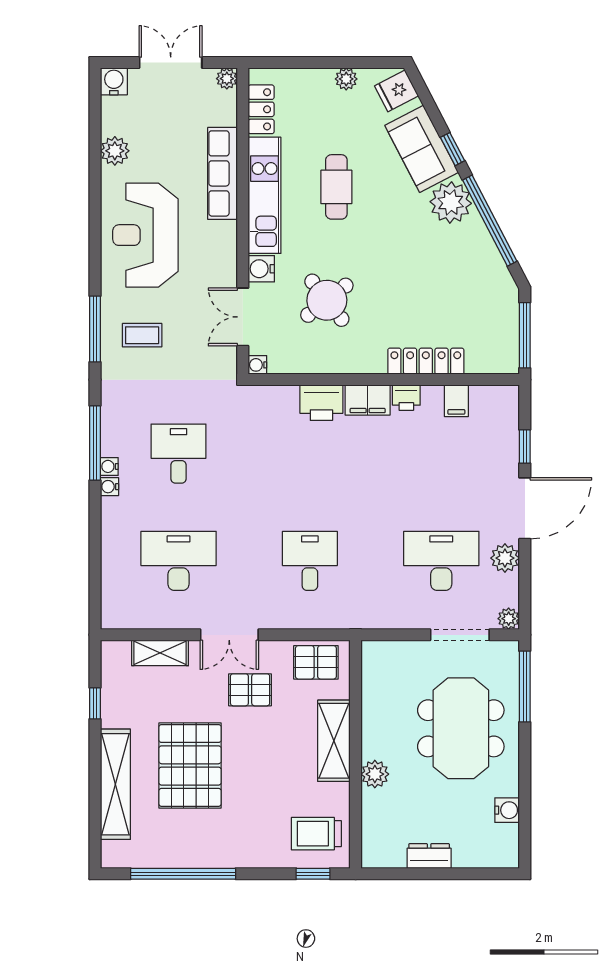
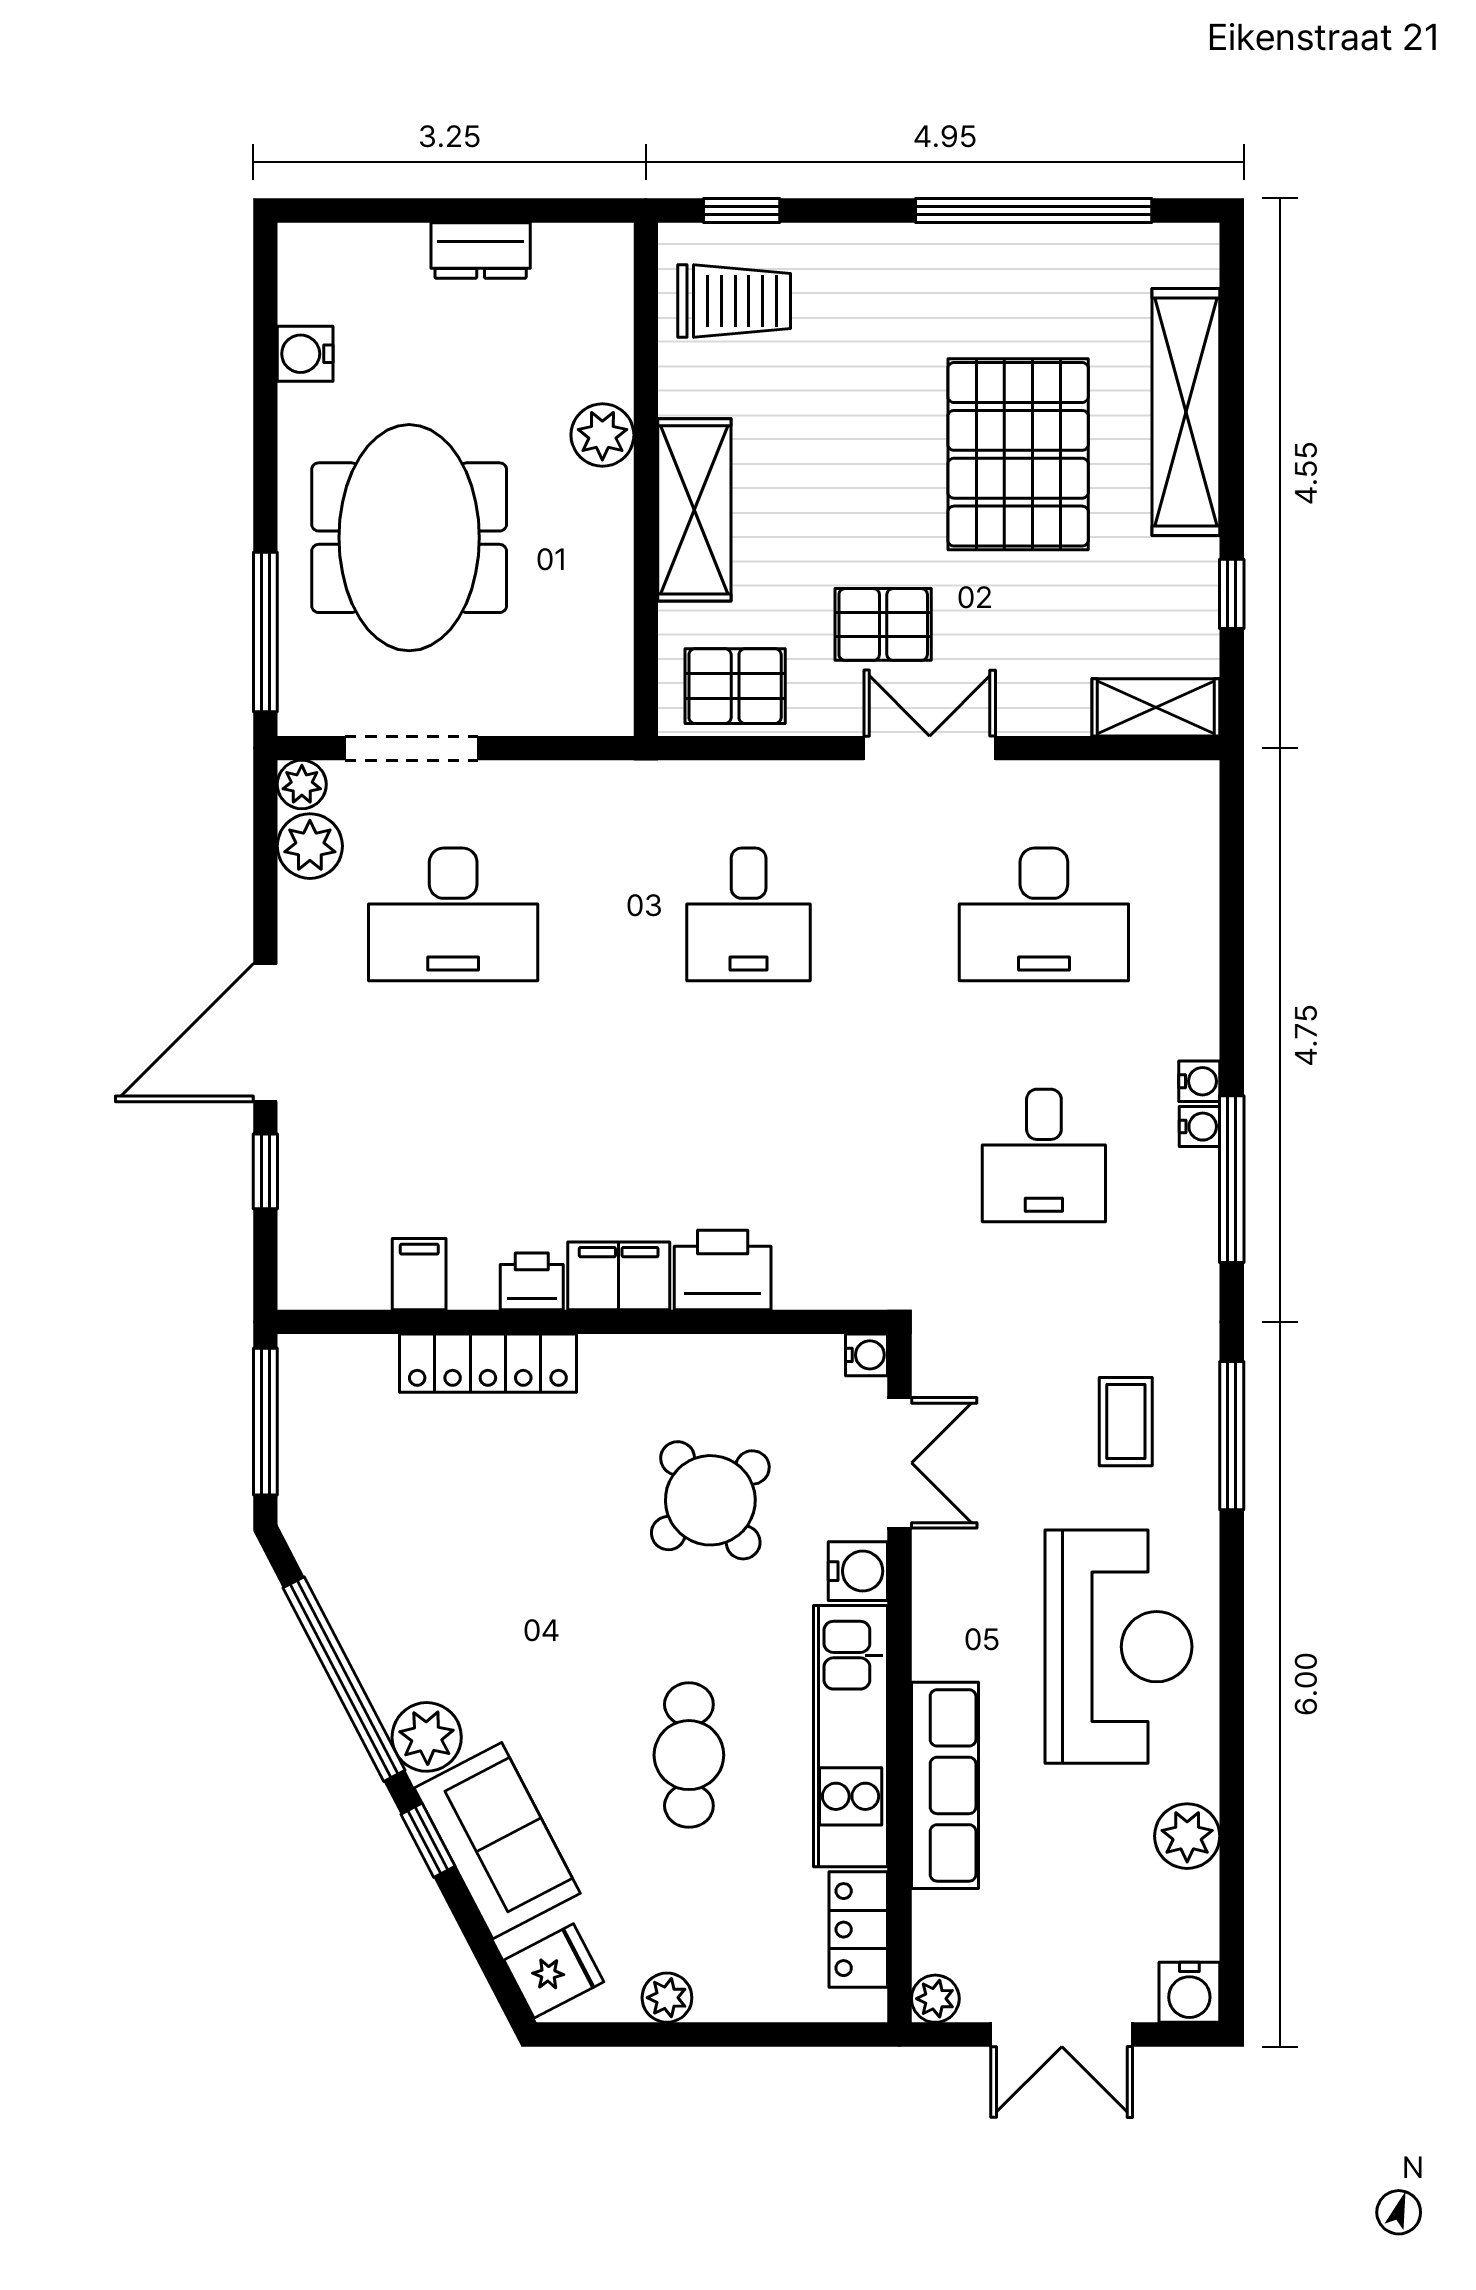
plant: (451, 202) -> (427, 1737), width x0.73, depth x0.73
coffee table: (142, 335) -> (1126, 1422), turned 90
plant: (505, 558) -> (310, 846), moved
shelving: (160, 653) -> (1156, 707), moved

